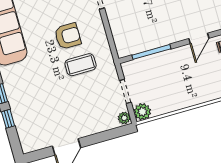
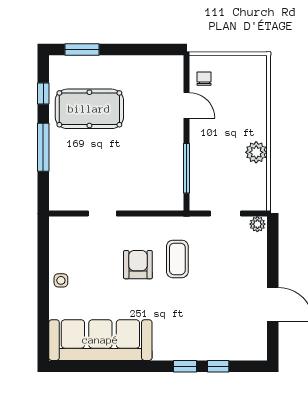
plant: (142, 112) -> (256, 152), moved

